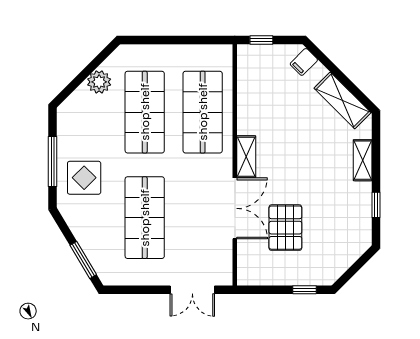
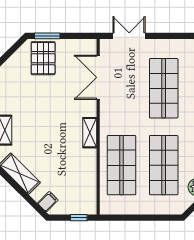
double door: (235, 208) -> (98, 77), moved
pallet: (285, 228) -> (43, 58), moved
window: (304, 290) -> (47, 36), width x1.50

